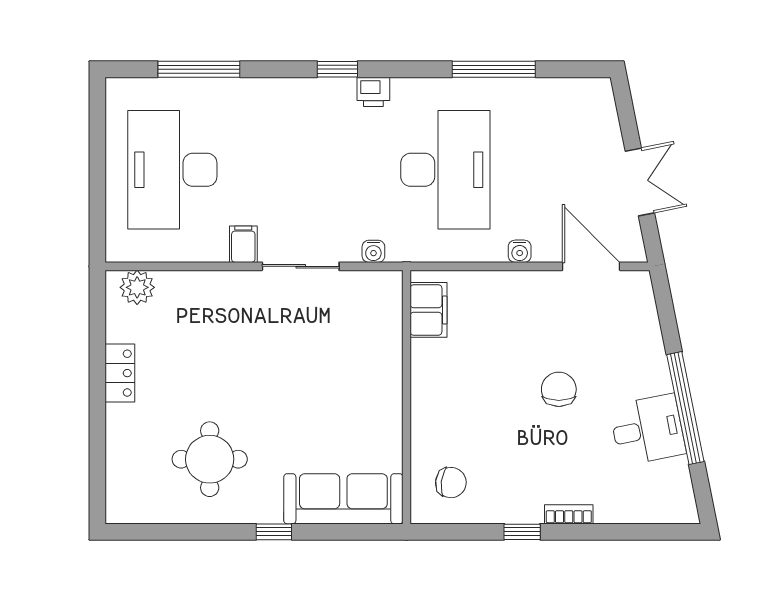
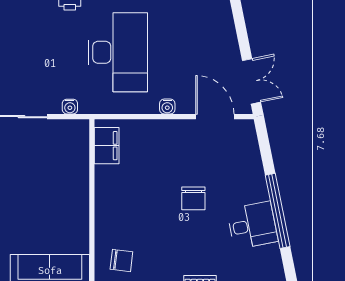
double door: (640, 182) -> (252, 81), moved
chair: (559, 389) -> (193, 198), turned 180

